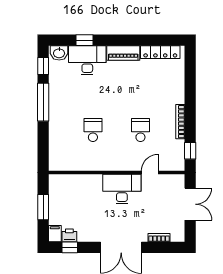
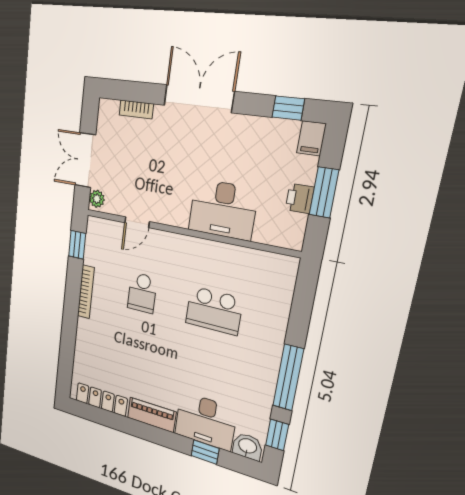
school desk: (93, 130) -> (214, 311), width x1.85
plant: (179, 182) -> (97, 199), added
desk: (122, 189) -> (223, 210), moved
printer: (69, 235) -> (300, 198), moved, turned 90

